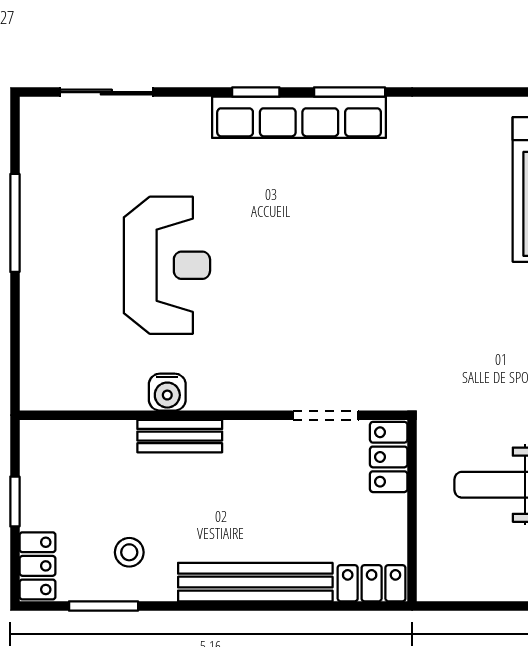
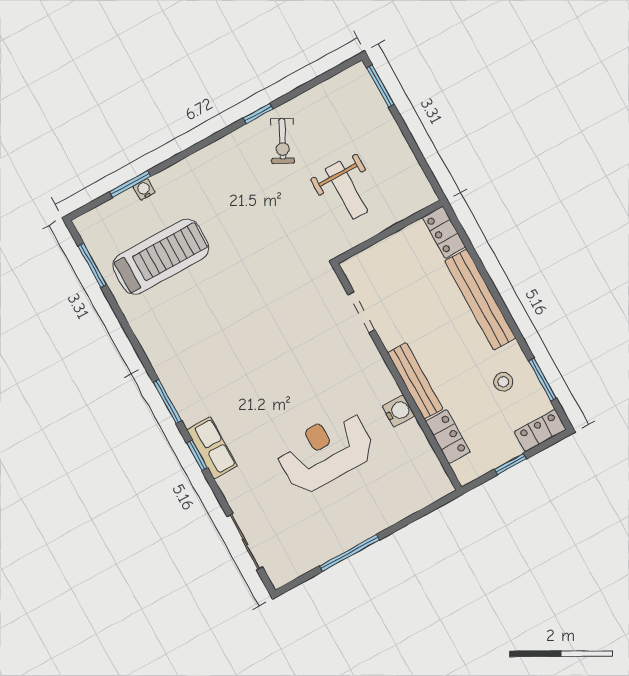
row of seats: (299, 117) -> (212, 448), width x0.50
bench: (180, 436) -> (415, 381), width x1.36
locker: (389, 457) -> (448, 437), moved, turned -90

